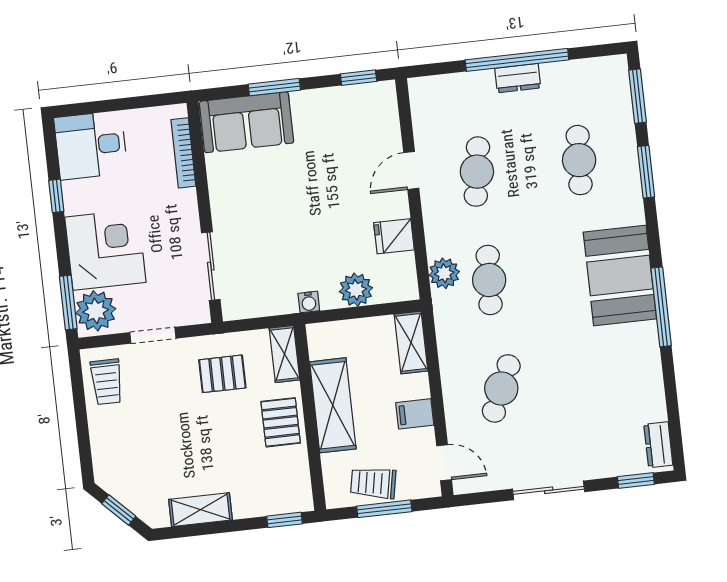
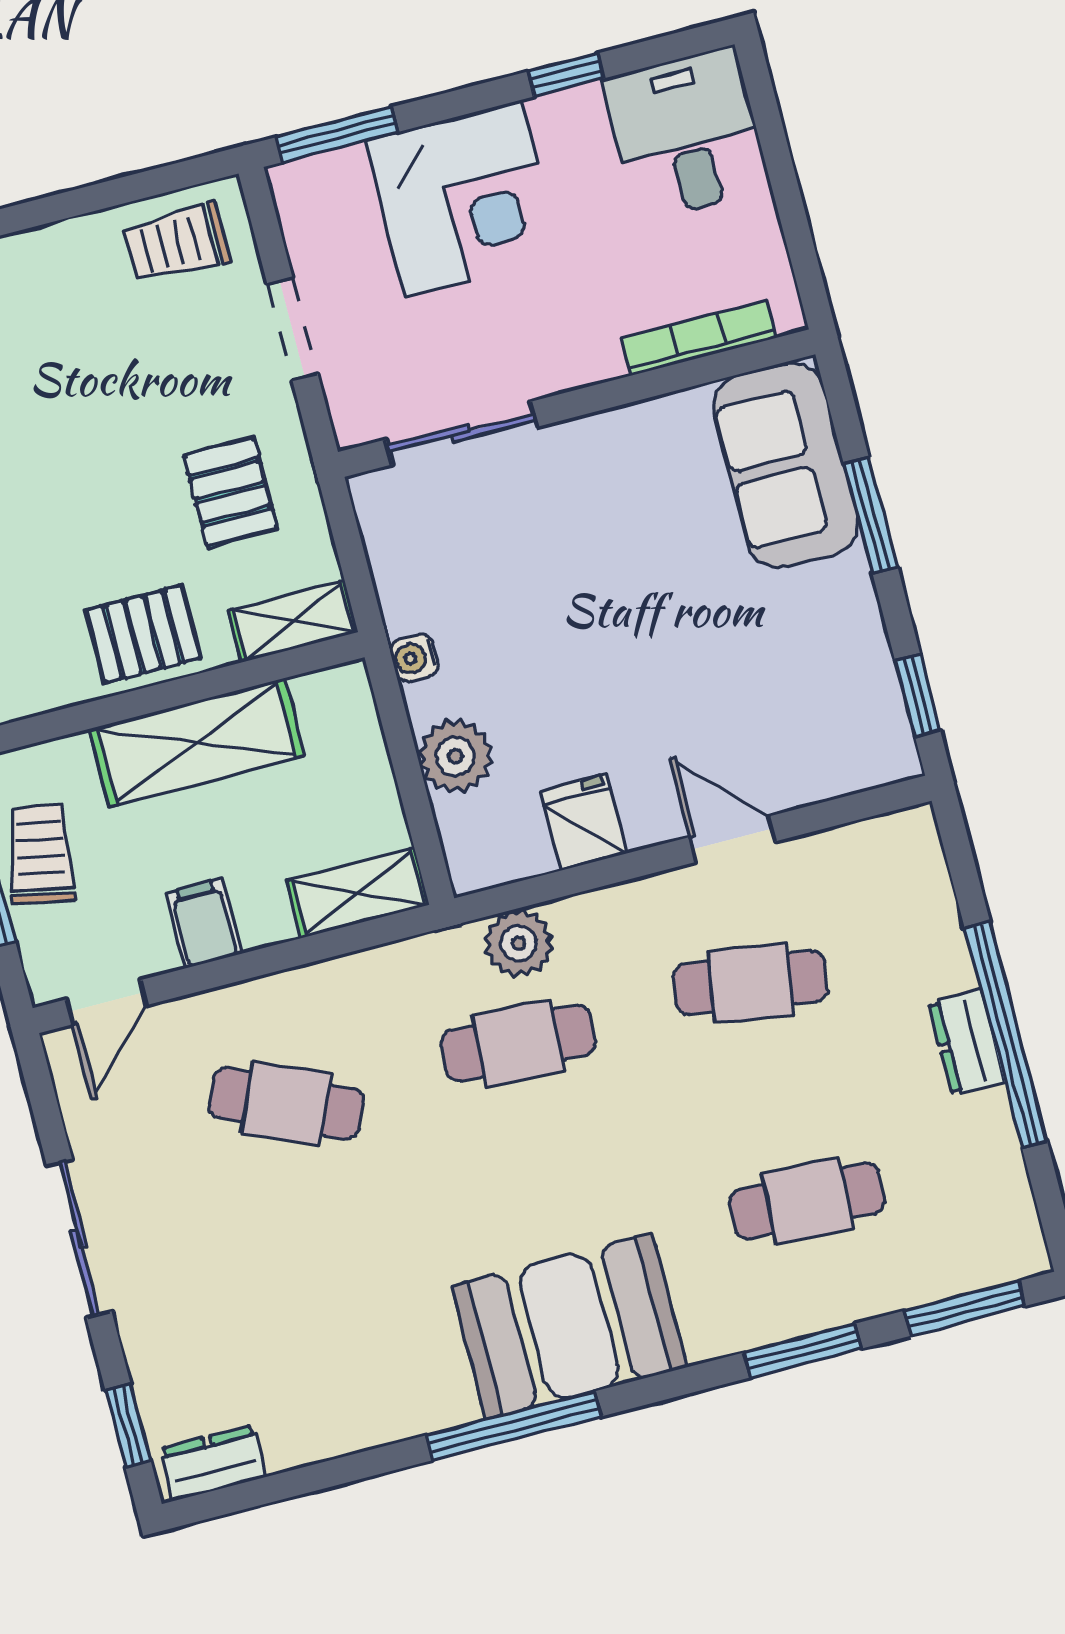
plant: (96, 311) -> (328, 197), removed

